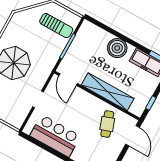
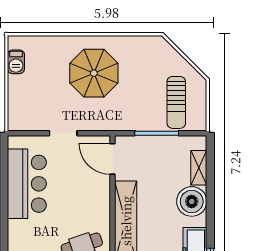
shelving: (100, 33) -> (199, 168), added
door: (68, 80) -> (112, 159), hinge flipped

